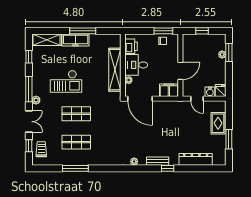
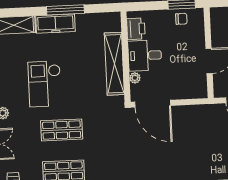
checkout: (66, 81) -> (45, 84), turned 90
filing cabinet: (169, 90) -> (194, 90), removed

